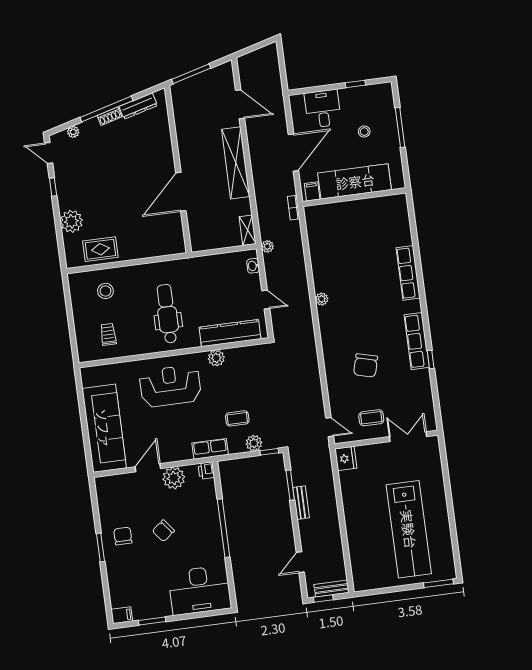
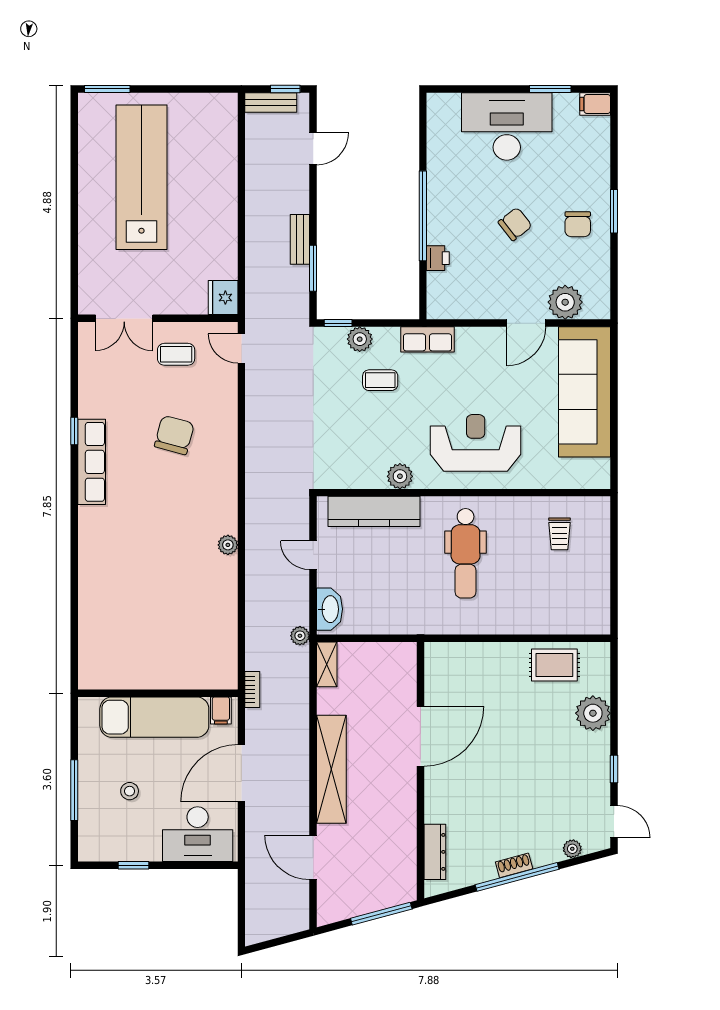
dresser: (138, 106) -> (435, 852), moved, turned 105
desk: (323, 109) -> (198, 834), width x1.37
washbasin: (253, 266) -> (330, 609), width x1.91, depth x1.45
row of seats: (408, 273) -> (91, 567), removed
stool: (105, 291) -> (555, 600), removed
reception desk: (170, 386) -> (476, 443), turned 180
printer: (206, 471) -> (438, 258), moved
plant: (174, 478) -> (565, 302), moved
desk: (200, 590) -> (507, 126), moved

